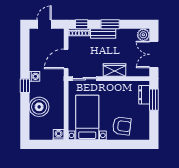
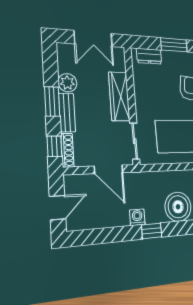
door: (44, 24) -> (57, 208), swing flipped
plant: (143, 35) -> (67, 83), moved
wardrobe: (115, 70) -> (119, 96), width x1.50
window: (154, 100) -> (174, 45), moved

